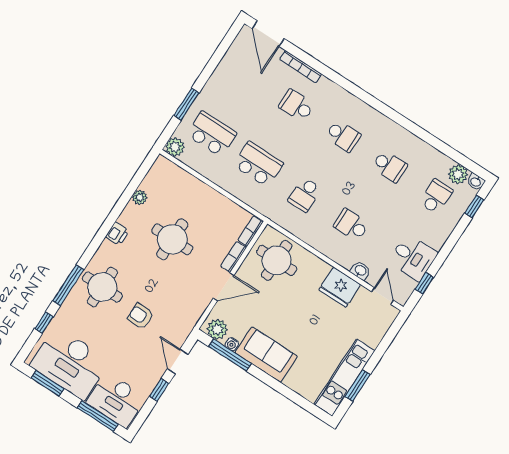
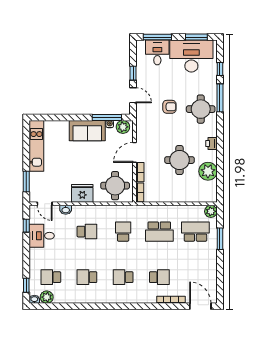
school desk: (212, 134) -> (195, 232), turned 180
plant: (140, 197) -> (208, 171), width x1.87, depth x1.87
school desk: (436, 197) -> (51, 277), turned 90
fridge: (340, 287) -> (82, 193), moved
window: (358, 386) -> (26, 182), moved
desk: (116, 400) -> (157, 52), width x0.73

